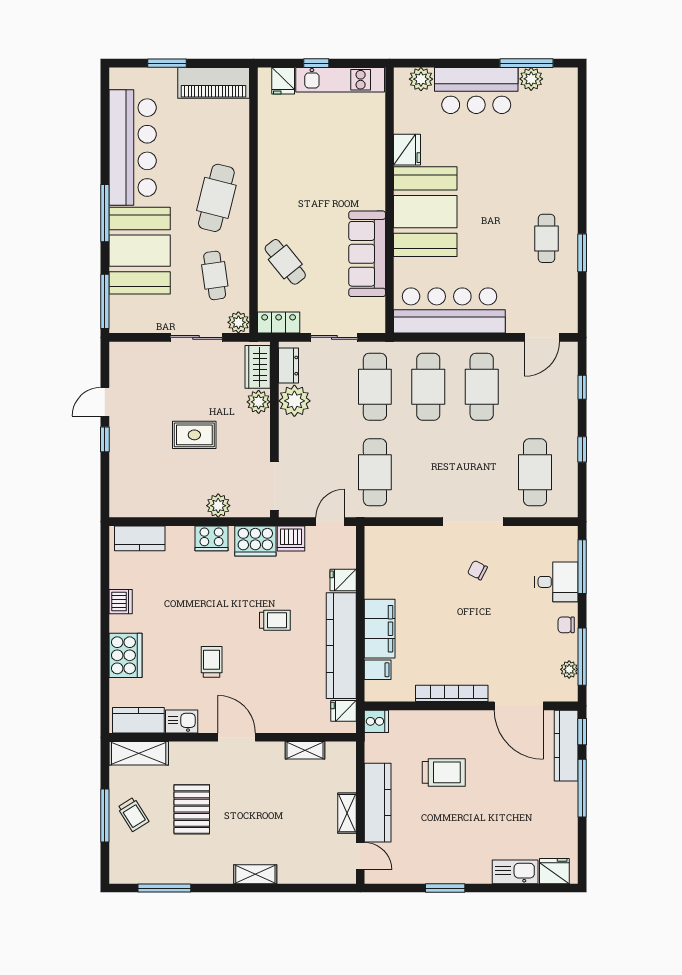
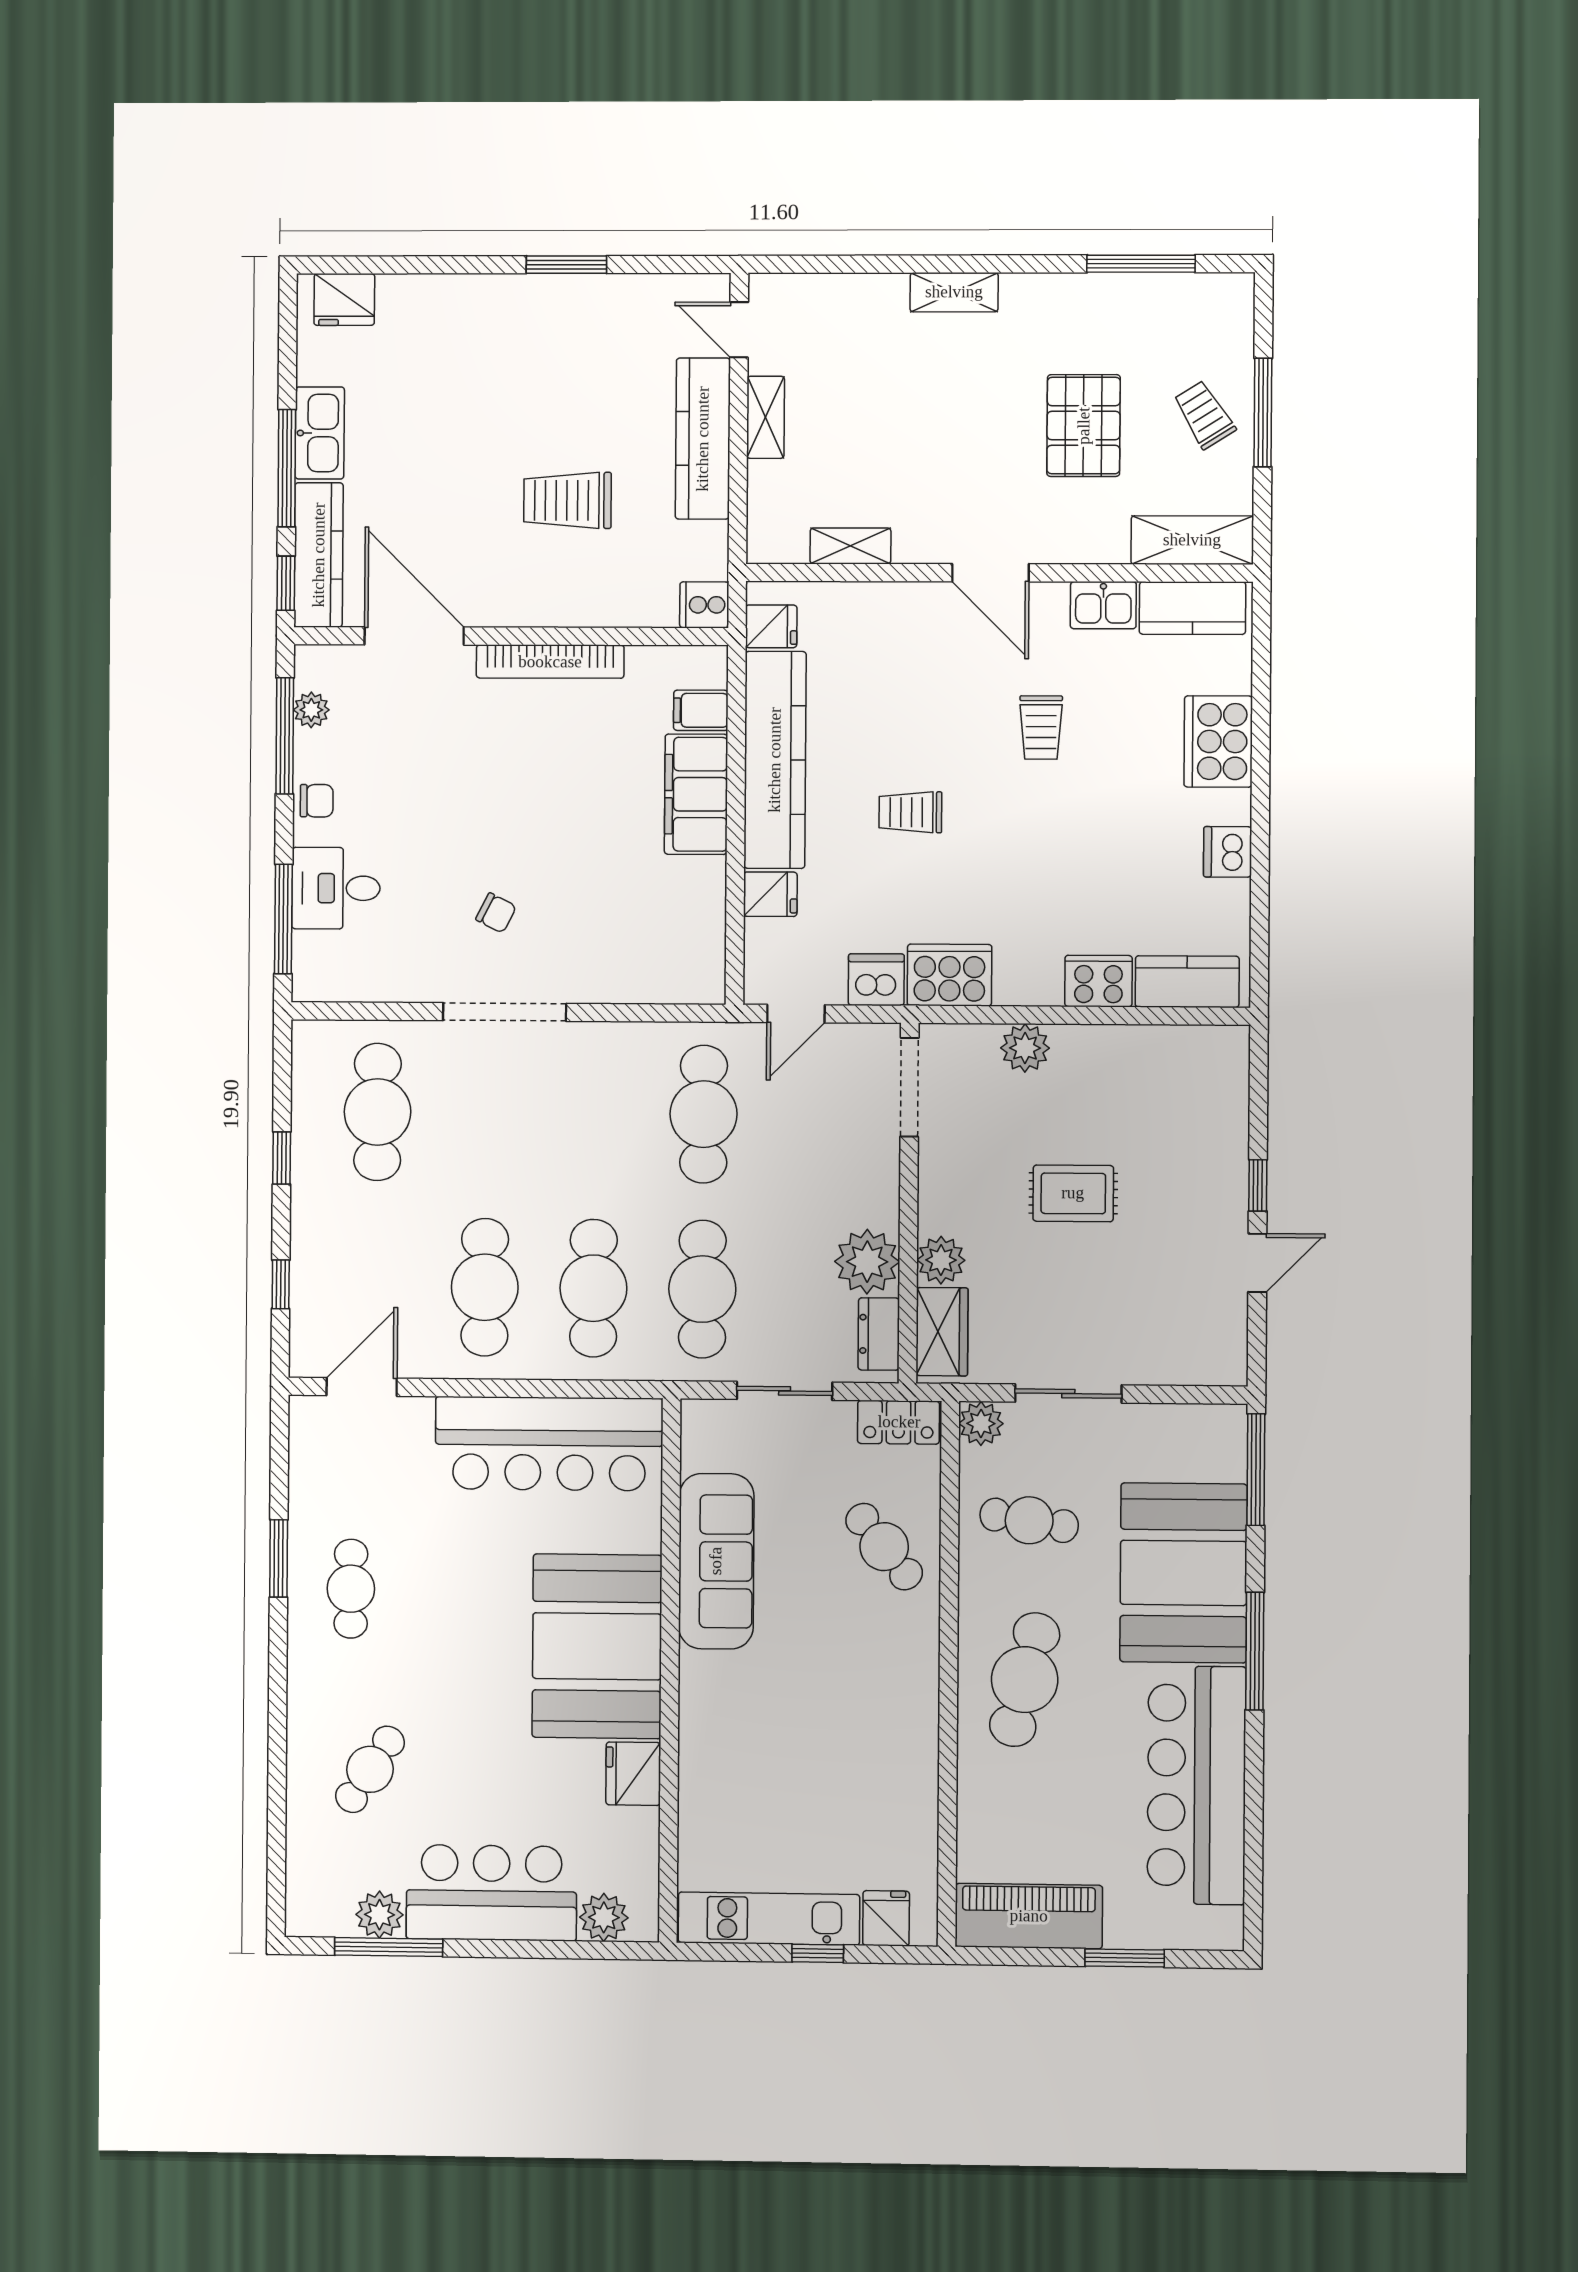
cafe table: (536, 150) -> (370, 1769), added
cafe table: (215, 275) -> (1029, 1520), turned -73
cooker: (211, 538) -> (1098, 981), moved
kitchen sink: (515, 872) -> (320, 433), moved, turned -90

